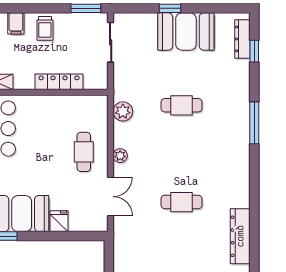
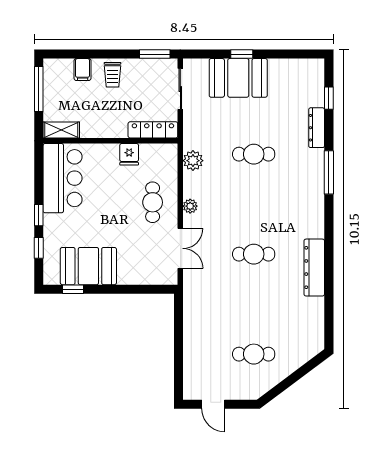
booth: (186, 32) -> (238, 78), moved
dresser: (242, 39) -> (317, 128), moved
locker: (59, 82) -> (153, 130), moved
fridge: (59, 221) -> (129, 154), moved, turned 180
dresser: (240, 236) -> (314, 268), moved

